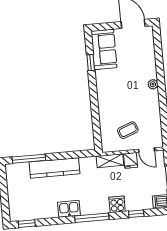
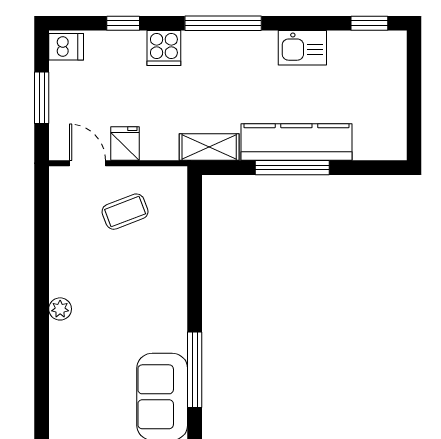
window: (91, 63) -> (195, 370), width x2.17
window: (29, 159) -> (292, 168), moved
shelving: (110, 161) -> (209, 147), moved
kitchen sink: (69, 209) -> (302, 48), moved

